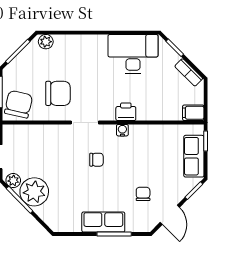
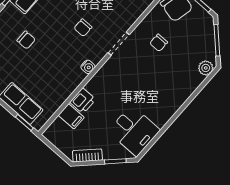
desk: (133, 54) -> (134, 131), width x0.73
chair: (58, 93) -> (159, 43), width x0.54, depth x0.54
printer: (126, 112) -> (83, 101), moved
filing cabinet: (193, 113) -> (71, 116), moved, turned 90

